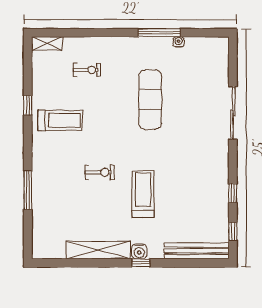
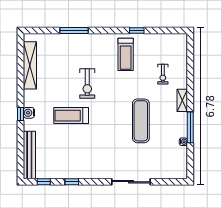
shelving: (47, 43) -> (182, 100), moved
exercise mat: (150, 100) -> (141, 121), turned 90
exercise bike: (100, 172) -> (87, 83), width x1.38, depth x1.39
treadmill: (143, 194) -> (71, 116), turned 180
shelving: (98, 250) -> (30, 65), moved

